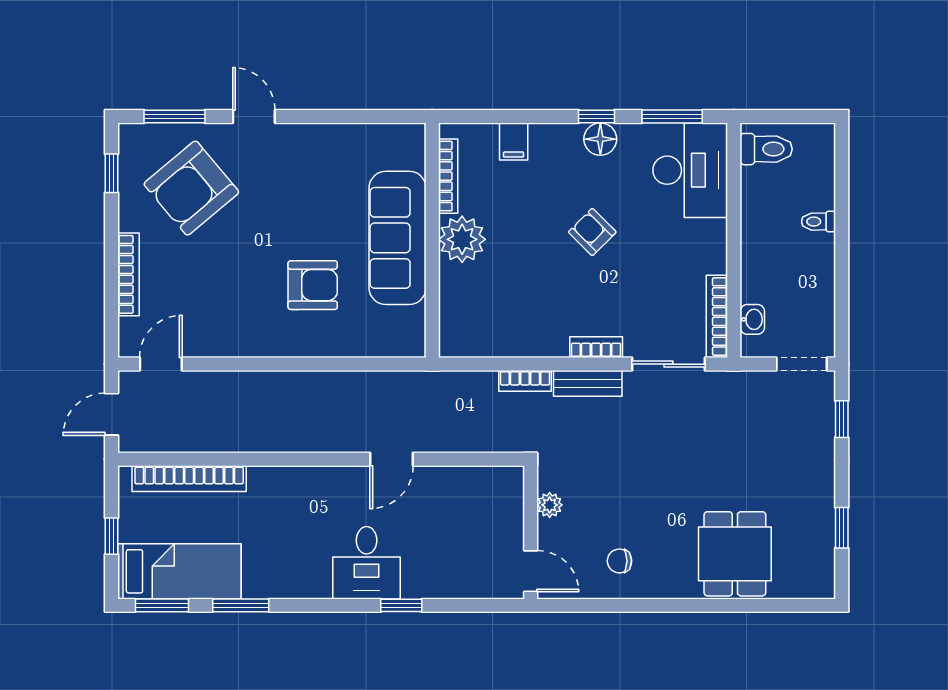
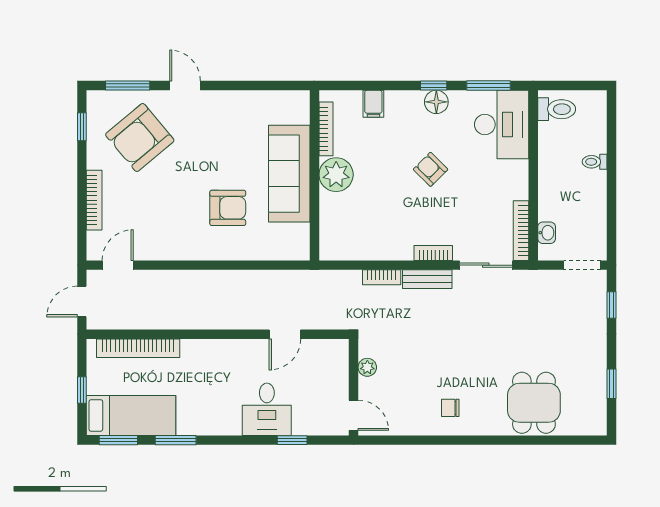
plant: (550, 505) -> (367, 367), moved
wall: (531, 532) -> (354, 387), moved
door: (531, 571) -> (354, 415), moved

